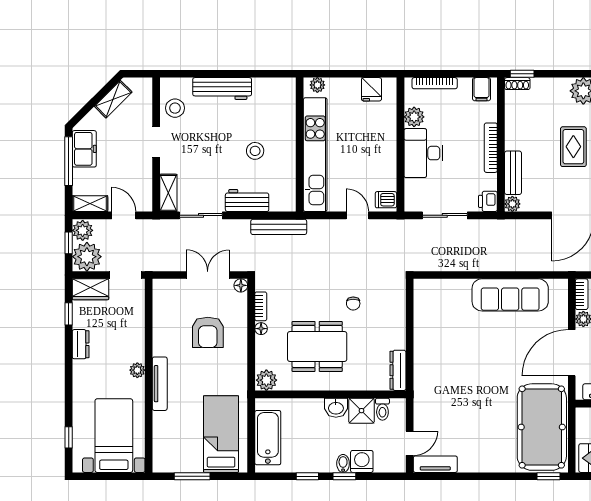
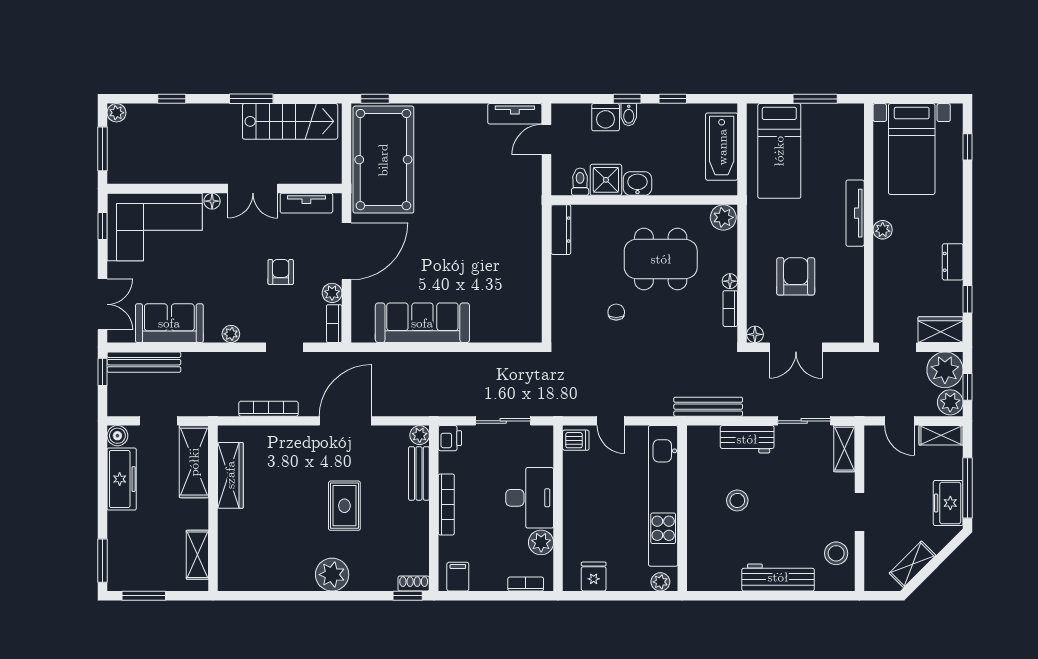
bookcase: (435, 83) -> (526, 584), width x0.64

